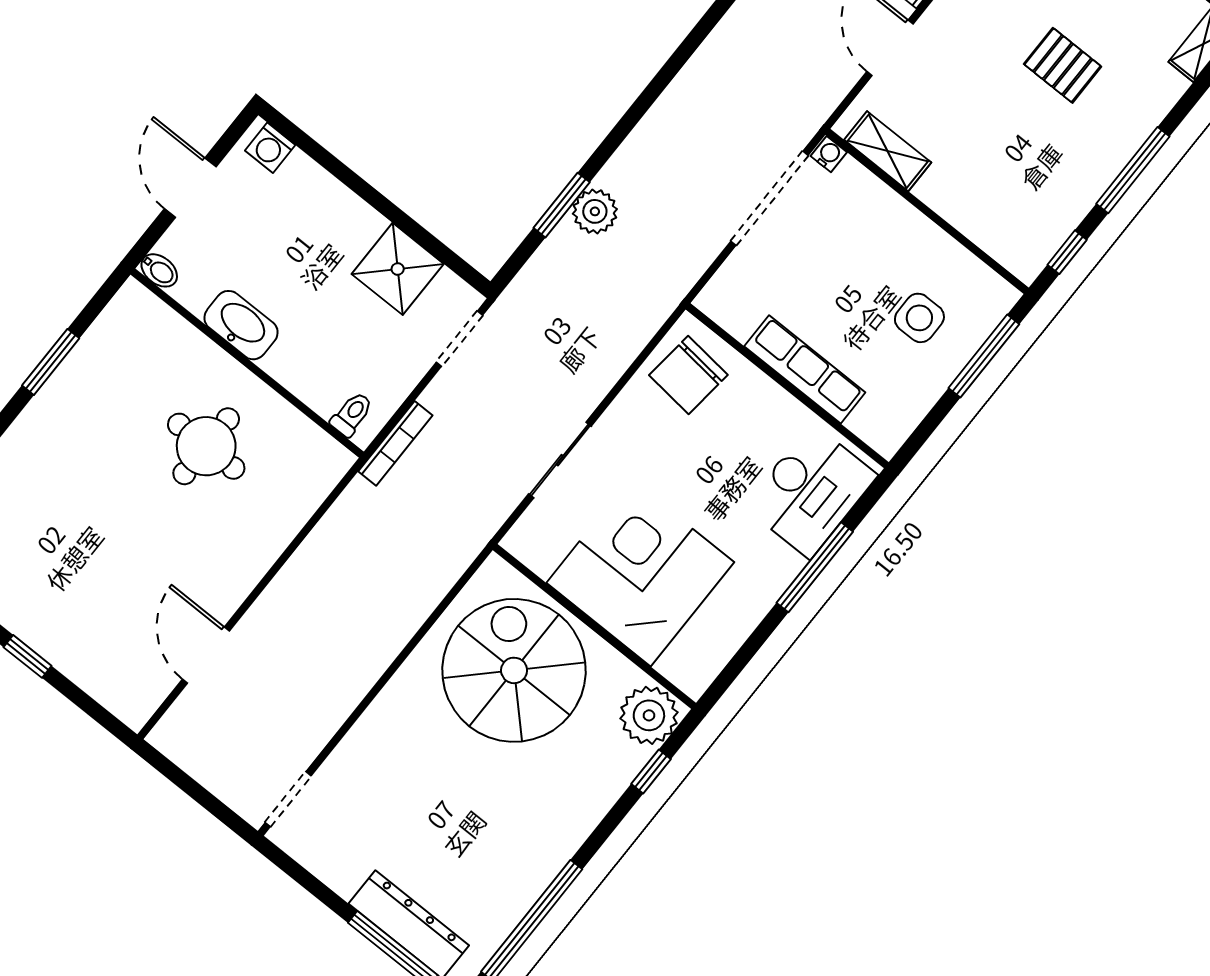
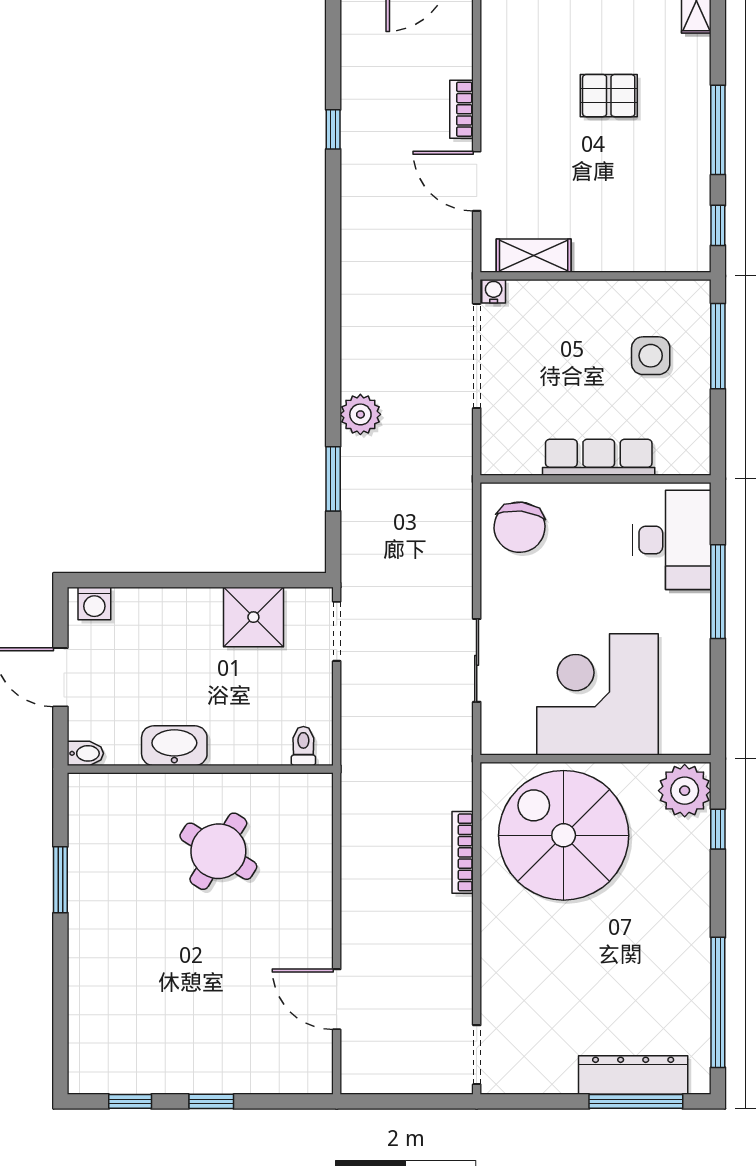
plant: (595, 211) -> (360, 414), moved
bookcase: (395, 443) -> (463, 852), moved, turned 180
round table: (206, 446) -> (218, 851), turned 32

